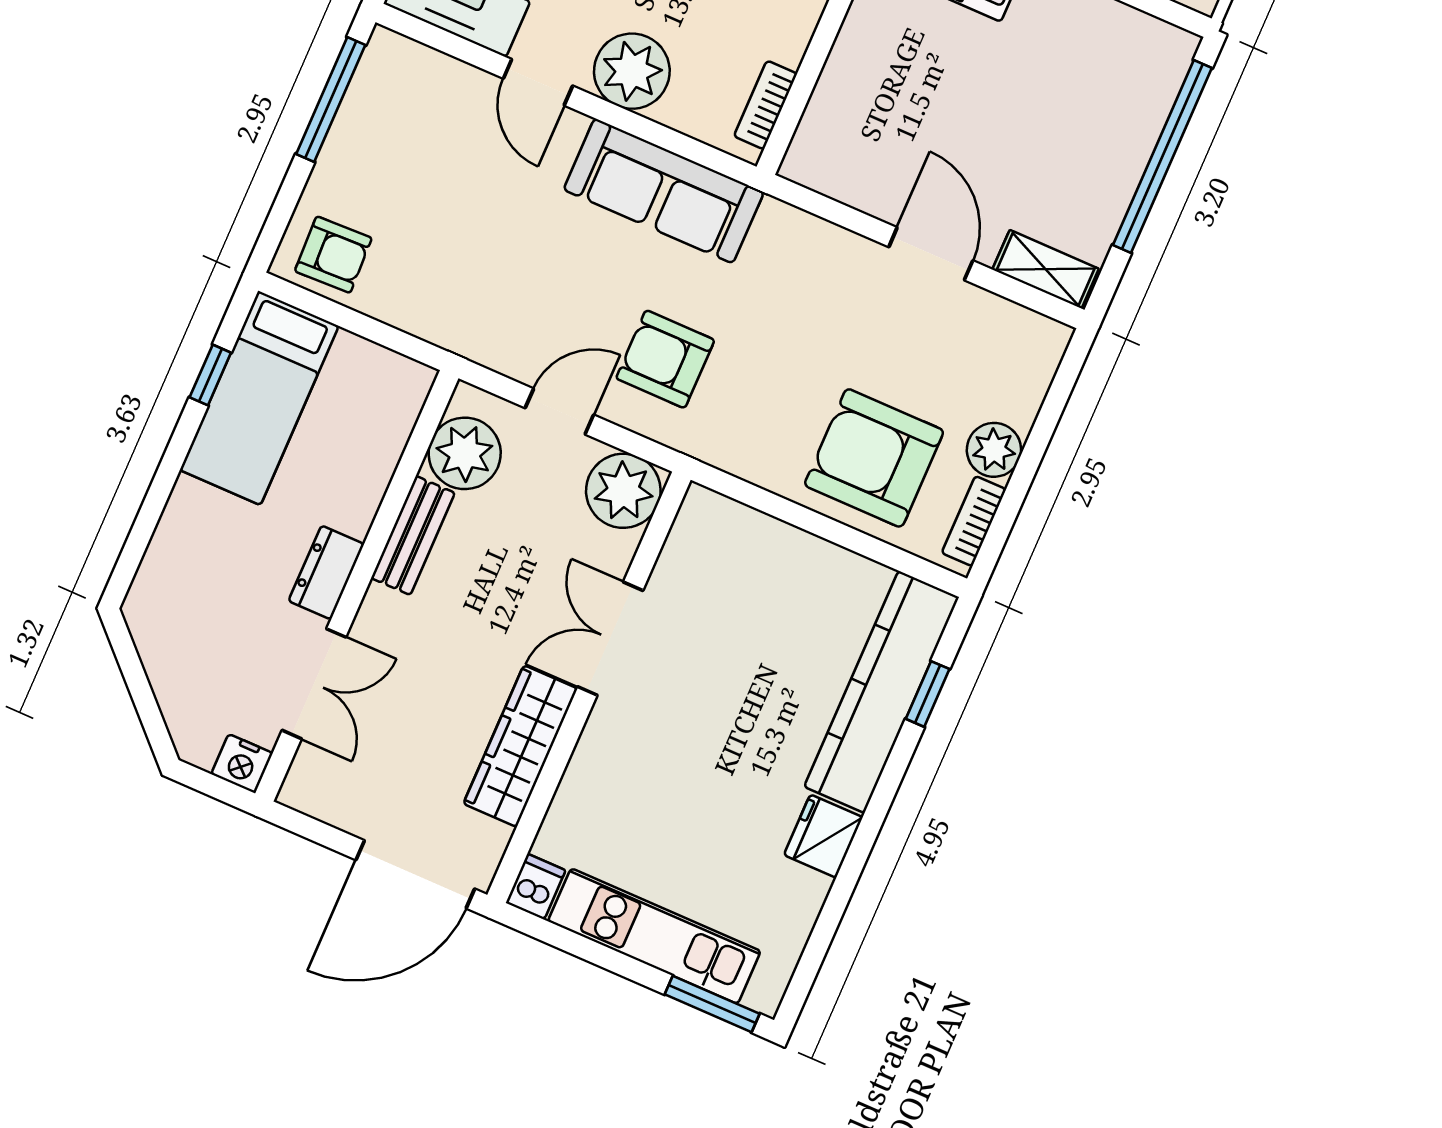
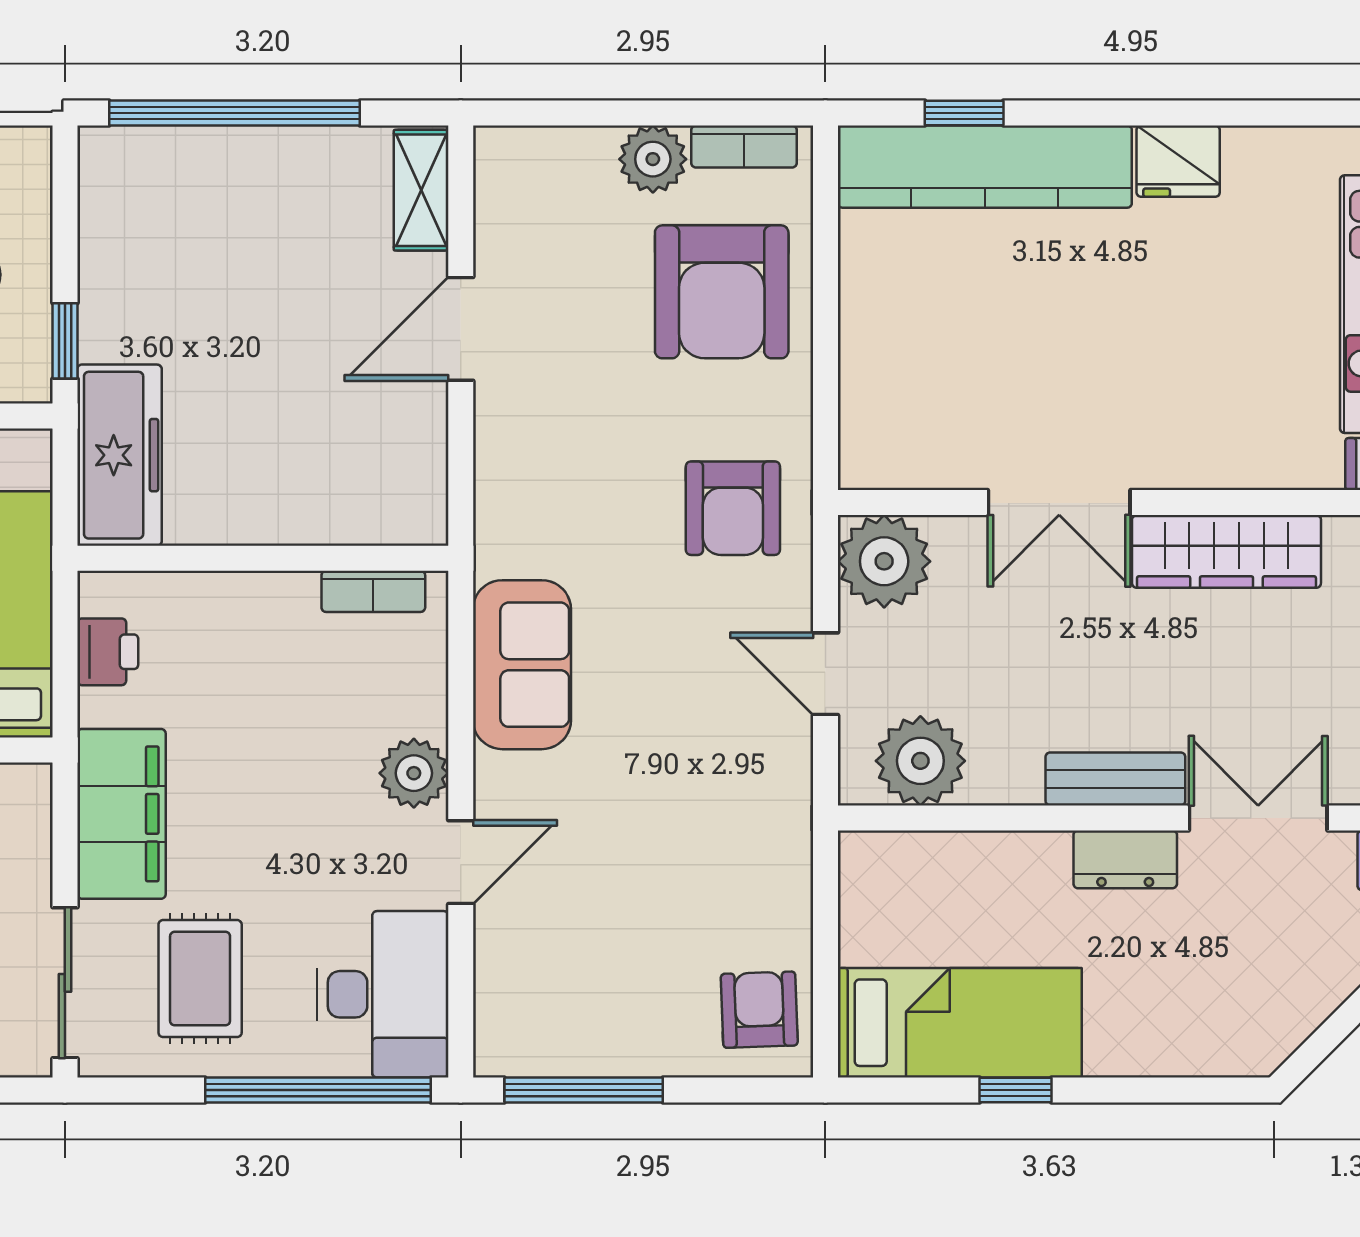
plant: (632, 71) -> (414, 773), width x0.73, depth x0.73
sofa: (664, 191) -> (522, 665), width x0.73
armchair: (665, 359) -> (733, 508), moved
window: (210, 375) -> (1016, 1090), moved
bench: (413, 535) -> (1115, 779), moved

